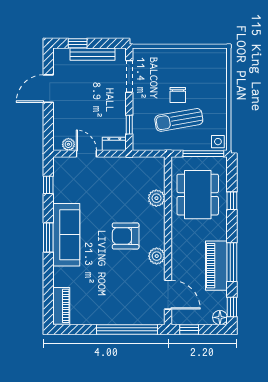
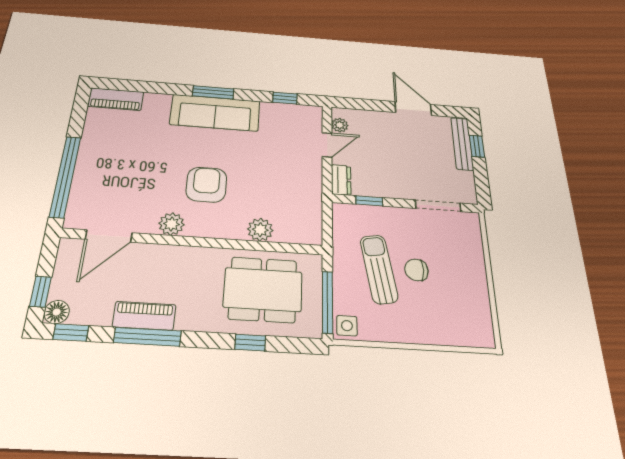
bench: (93, 54) -> (462, 144), moved
piano: (216, 266) -> (144, 316), width x0.73, depth x0.75
window: (189, 329) -> (40, 292), moved

